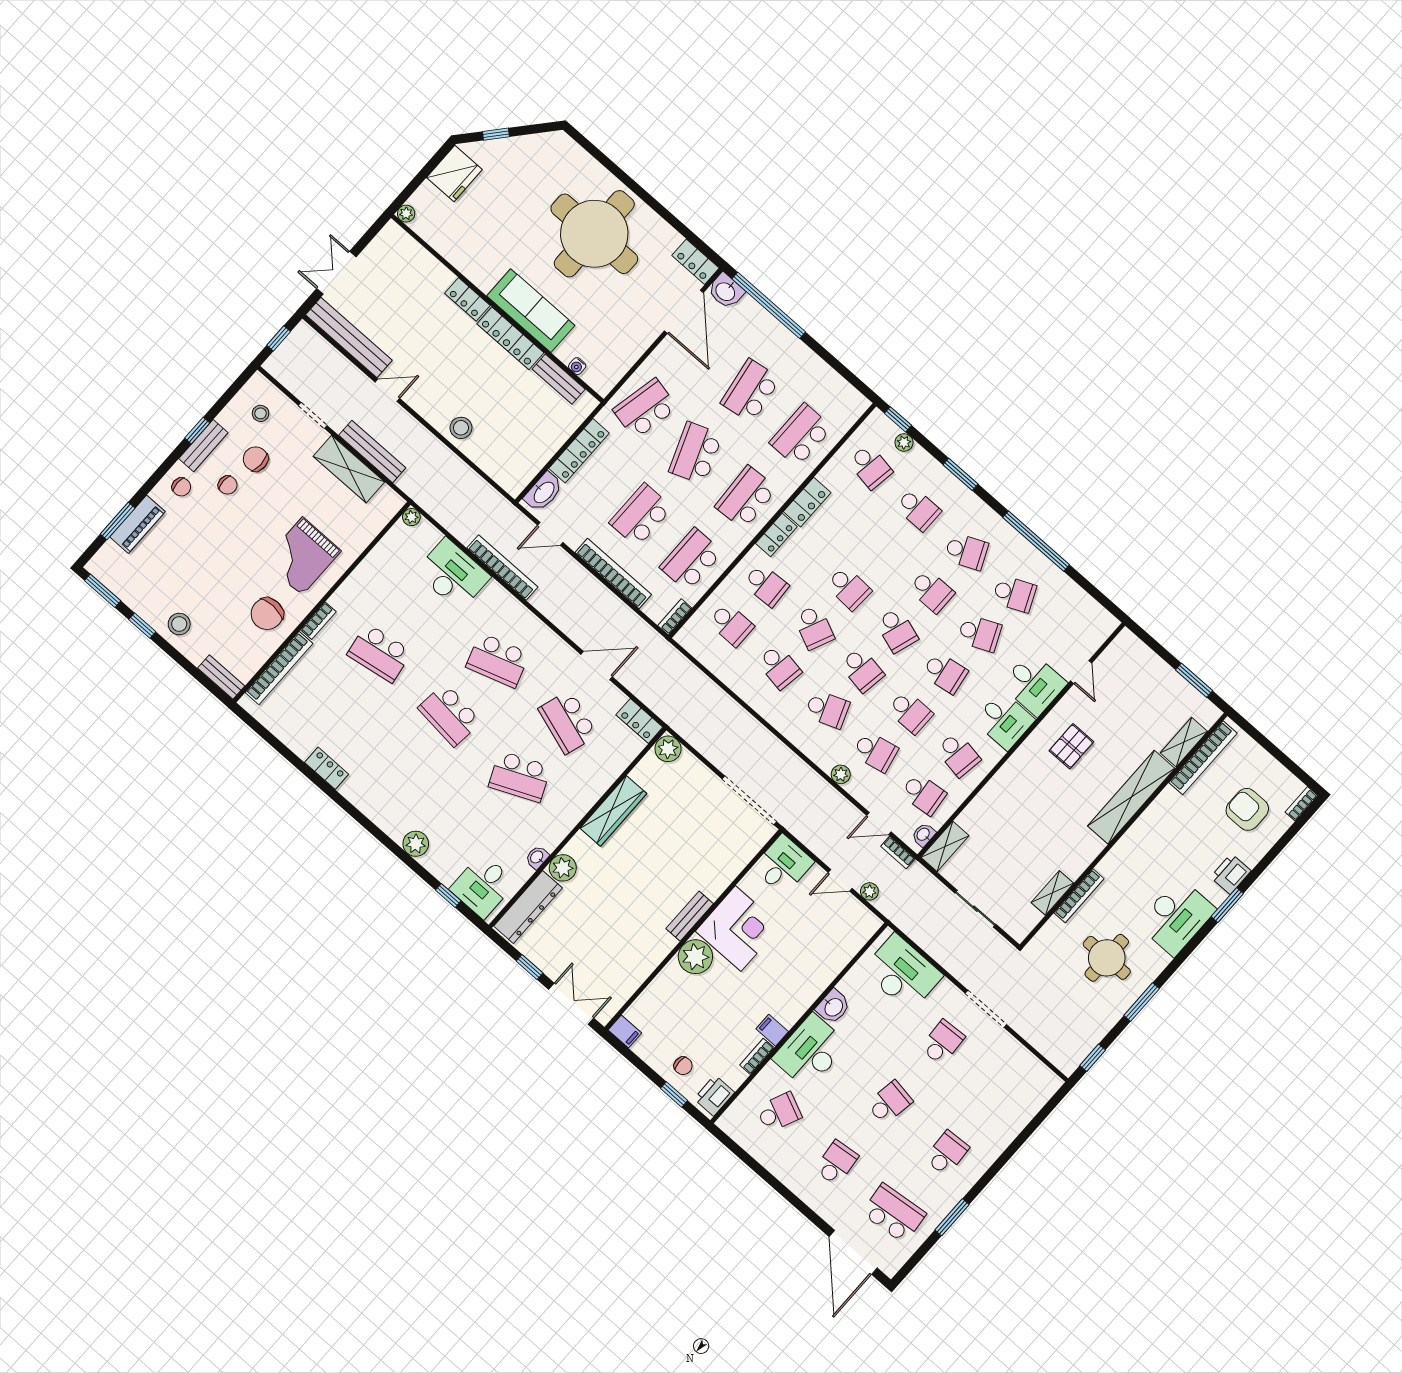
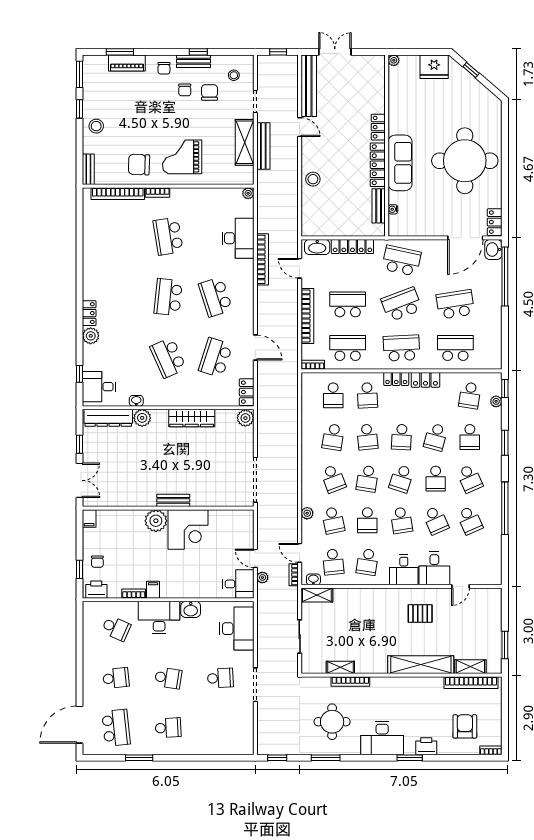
school desk: (883, 549) -> (436, 437), added
school desk: (814, 627) -> (367, 437), turned -30
locker: (327, 768) -> (89, 313), moved
desk: (783, 865) -> (238, 584), moved

